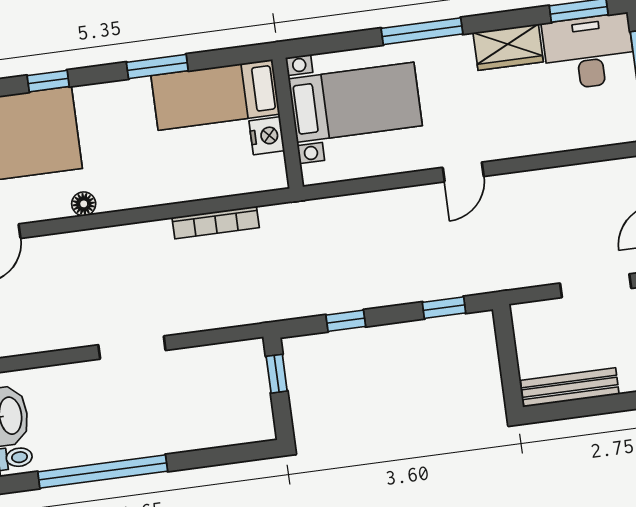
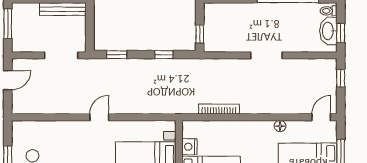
doorway: (596, 286) -> (61, 55), moved

